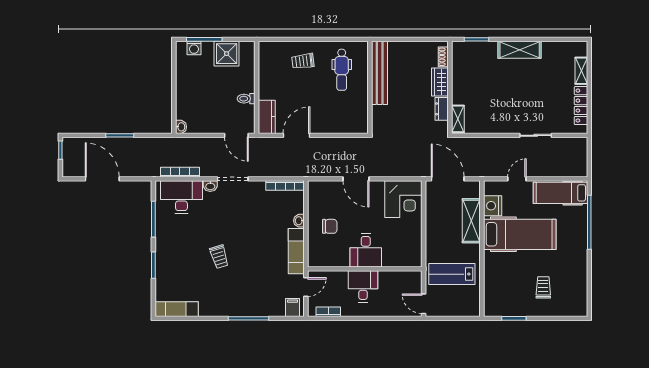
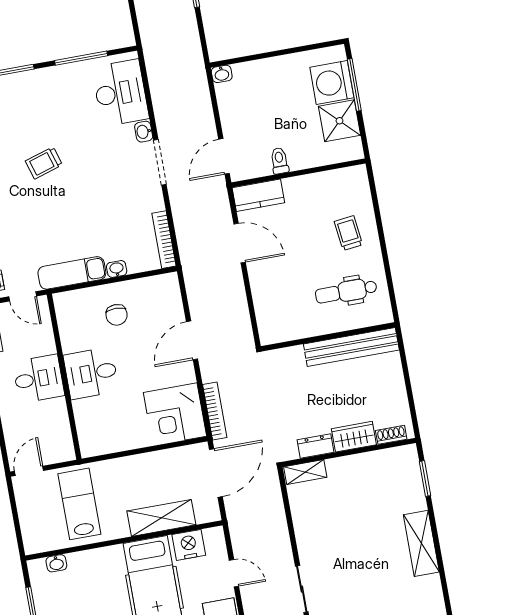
washing machine: (194, 48) -> (332, 83), width x1.89, depth x1.89
bookcase: (180, 172) -> (215, 411), moved
washbasin: (489, 297) -> (56, 563), added

